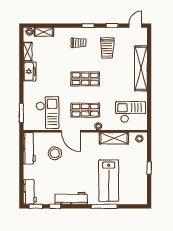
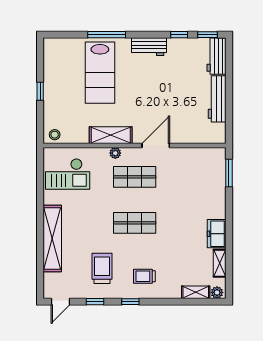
checkout: (48, 113) -> (190, 173), removed
door: (71, 131) -> (156, 146), hinge flipped
shelving: (114, 138) -> (111, 135), moved
workbench: (29, 148) -> (217, 99), moved
stool: (55, 153) -> (179, 113), removed
lab bench: (109, 181) -> (100, 73), turned 180
workbench: (71, 198) -> (149, 47), width x0.73

